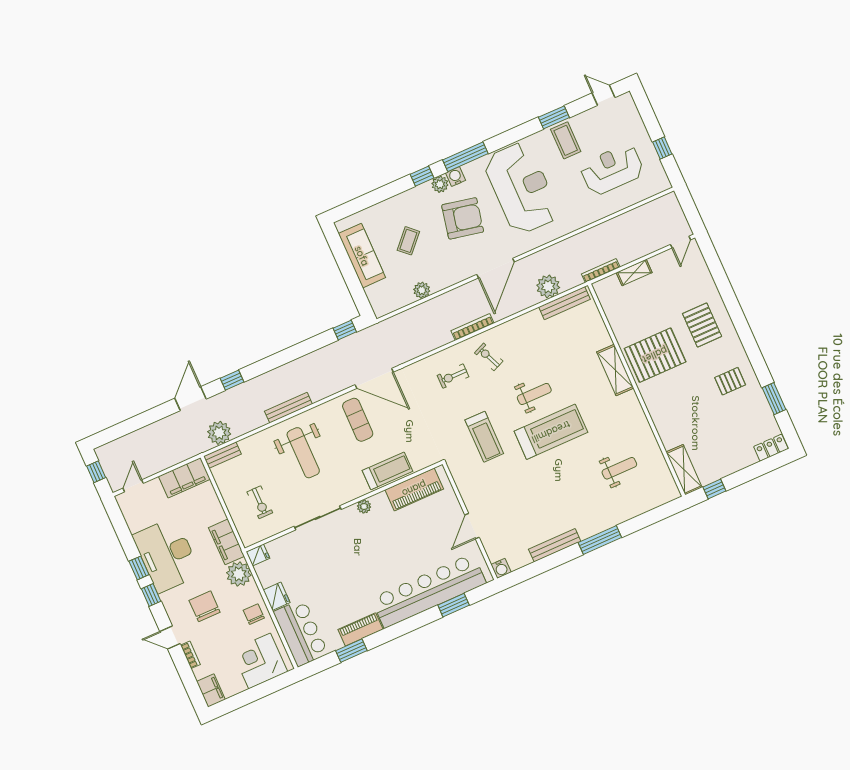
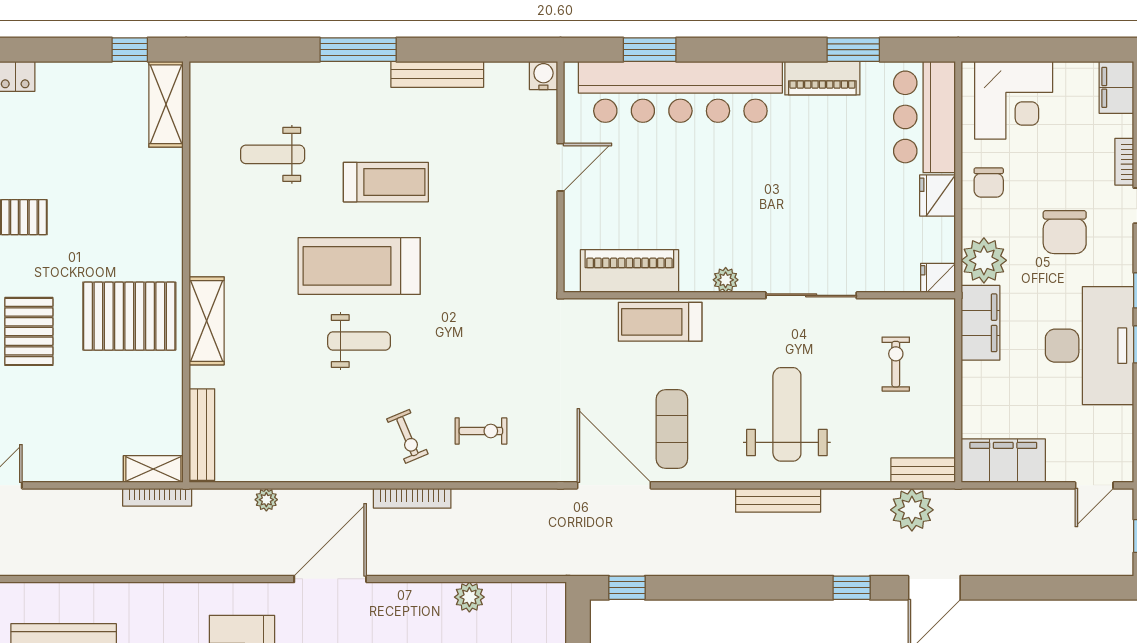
shelving: (634, 273) -> (153, 469), moved
plant: (548, 286) -> (266, 500), width x0.53, depth x0.53
bench: (565, 303) -> (202, 435), moved, turned 90
weight bench: (534, 394) -> (359, 341), turned 180
treadmill: (484, 437) -> (386, 182), moved, turned 90

